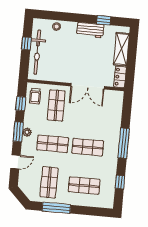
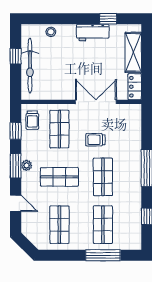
double door: (88, 86) -> (96, 102), swing flipped
trolley: (84, 117) -> (95, 140), added
shop shelf: (88, 147) -> (103, 177), turned 90
door: (15, 162) -> (16, 203), hinge flipped
shop shelf: (84, 186) -> (103, 225), turned 90
window: (56, 208) -> (103, 255), moved

